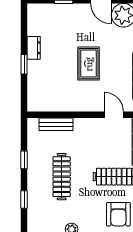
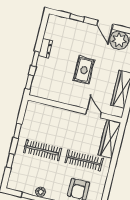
window: (24, 95) -> (29, 82), added
bench: (56, 124) -> (48, 110), removed
clothes rail: (62, 177) -> (43, 150), turned 90

